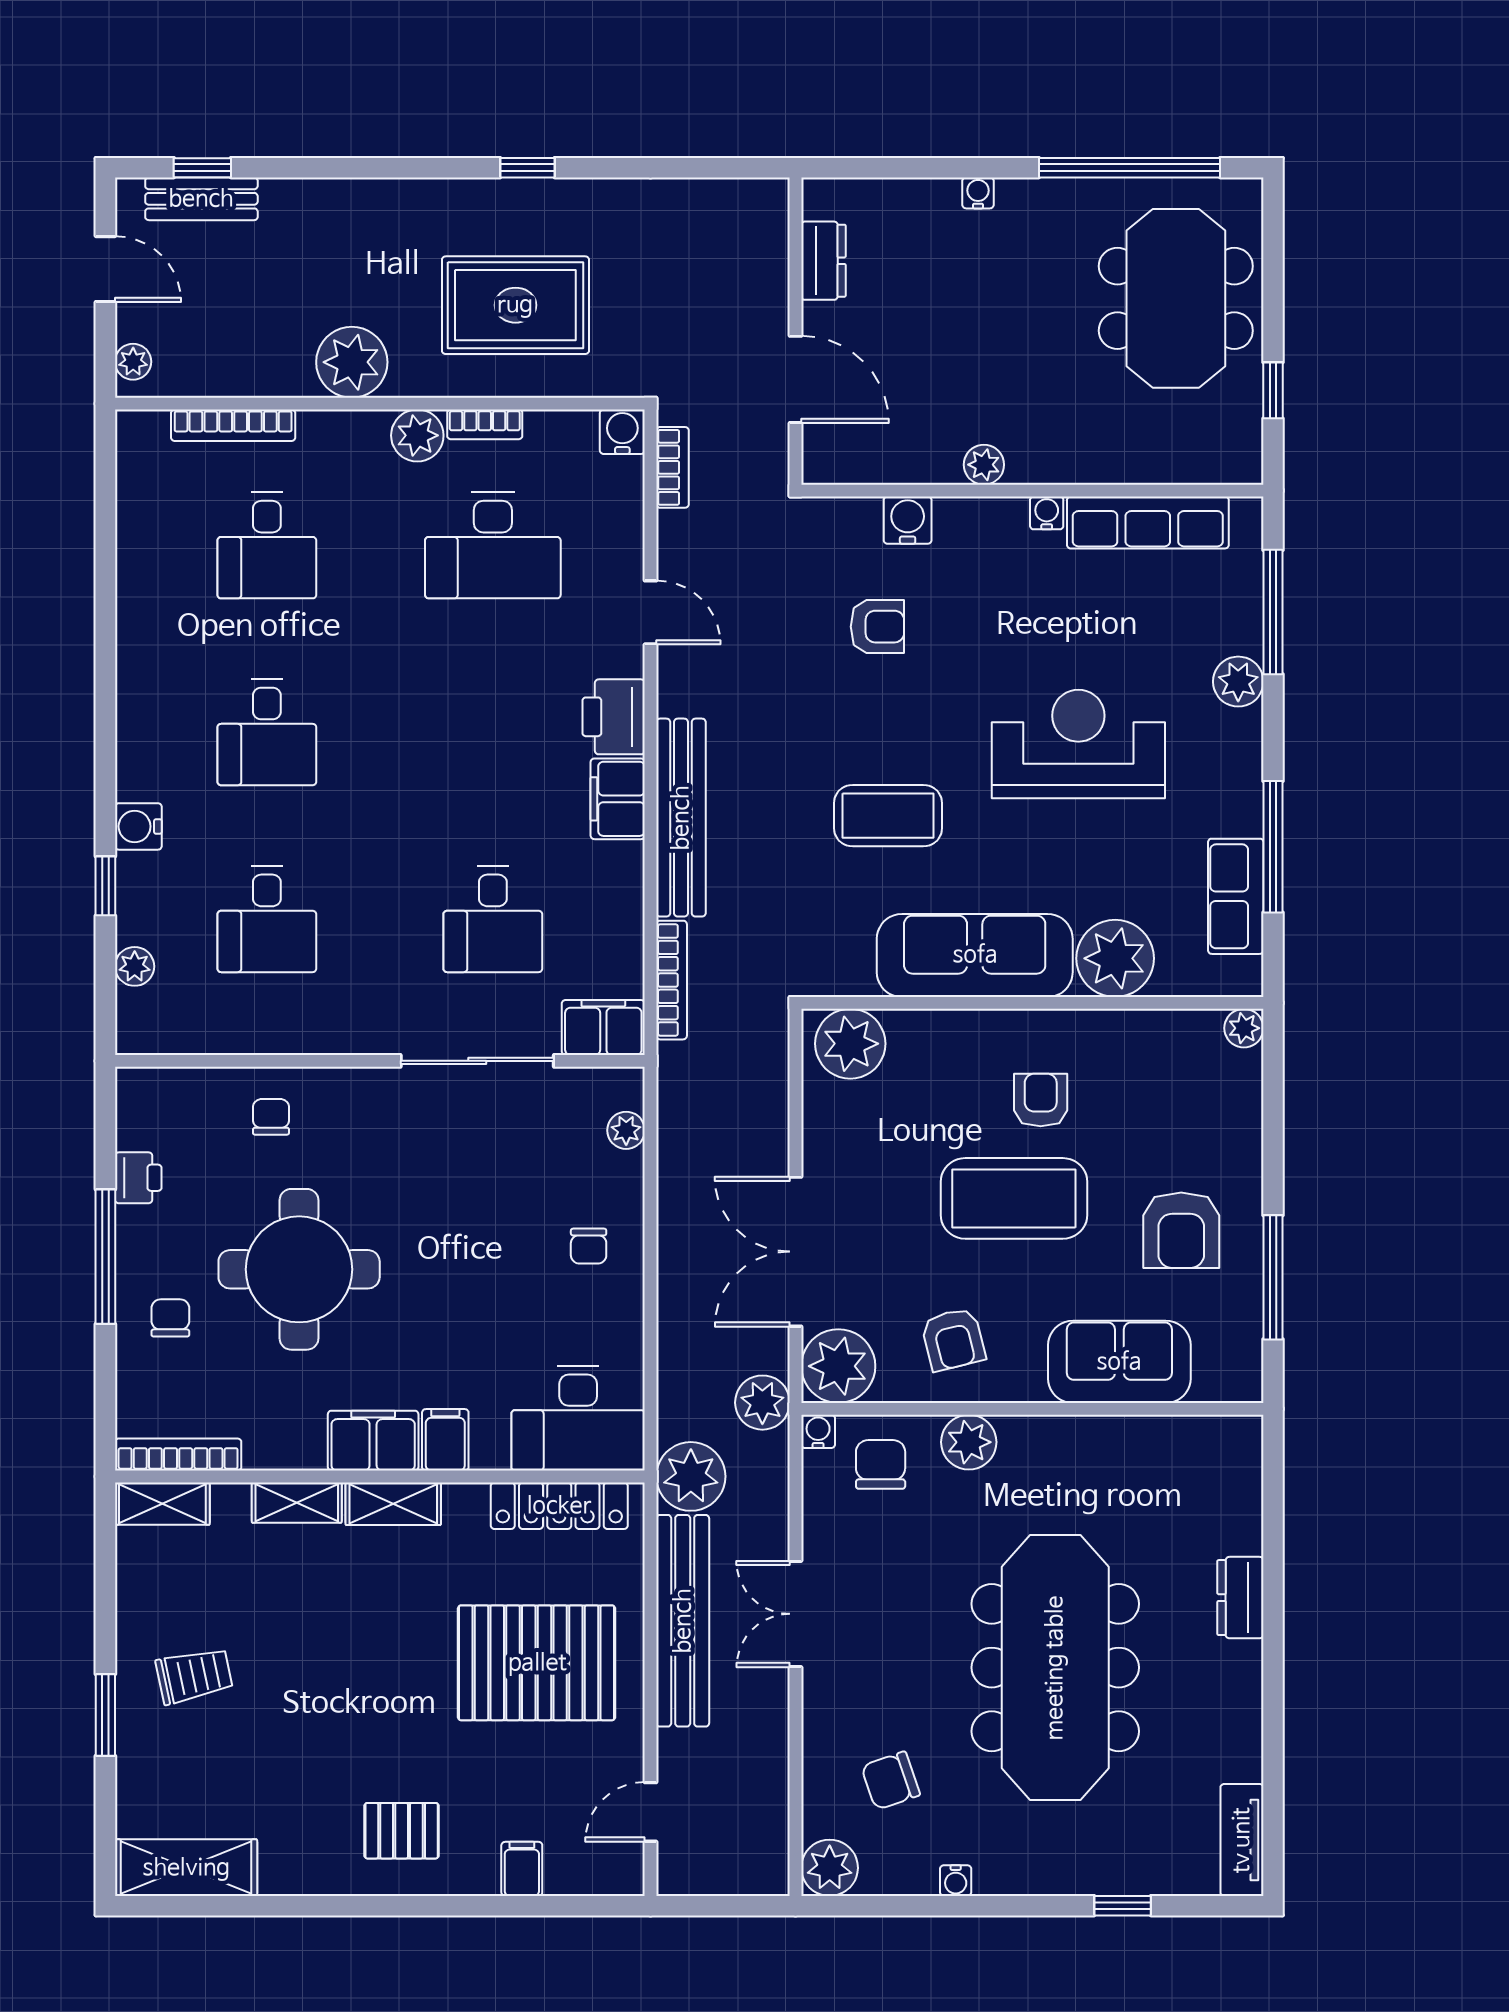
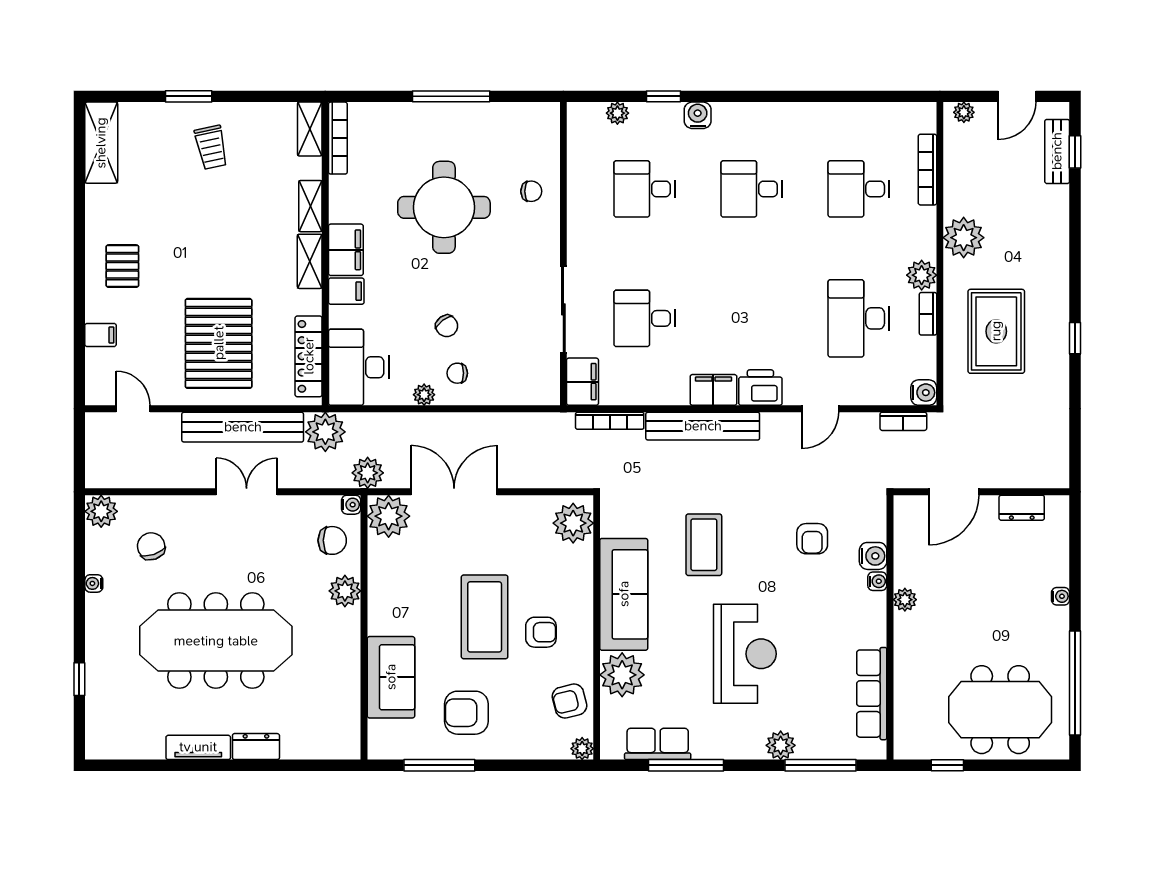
water cooler: (1047, 513) -> (877, 581), moved
plant: (626, 1130) -> (424, 395), moved
printer: (138, 1178) -> (496, 115), removed
chair: (170, 1318) -> (447, 326), moved, turned 54
armchair: (953, 1339) -> (569, 701), moved
tv unit: (1242, 1840) -> (198, 747), moved

